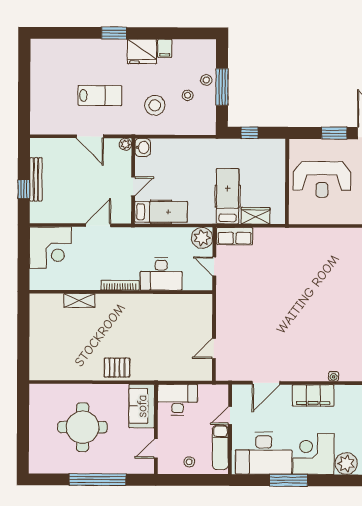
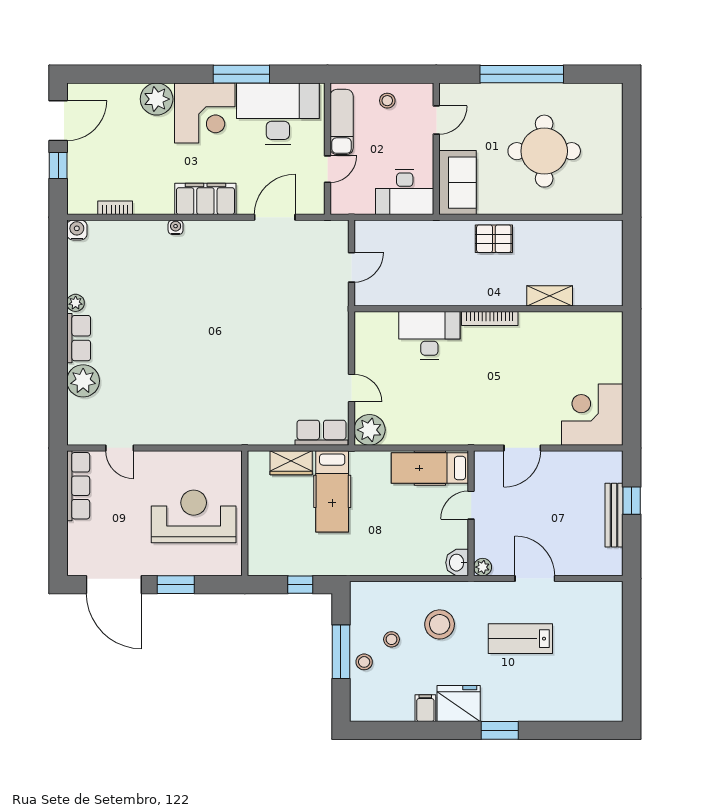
desk: (161, 274) -> (429, 335), moved
bookcase: (120, 285) -> (490, 319), moved
wall: (121, 292) -> (489, 309), moved
shelving: (79, 301) -> (550, 296), moved

